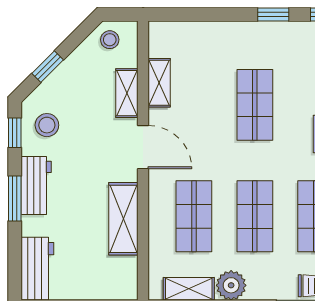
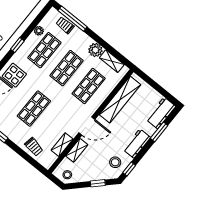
trolley: (203, 41) -> (34, 147), added
door: (143, 147) -> (87, 126), swing flipped
window: (15, 198) -> (159, 132), moved
shelving: (123, 219) -> (120, 100), width x1.47

